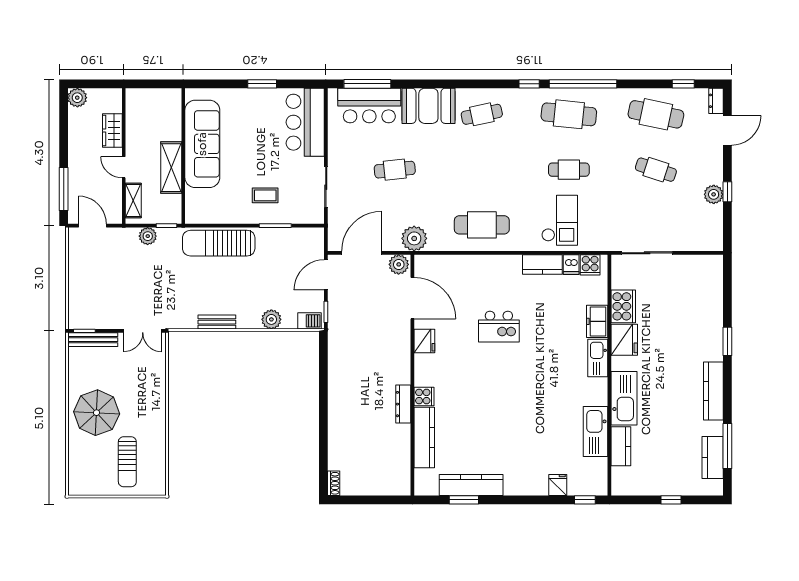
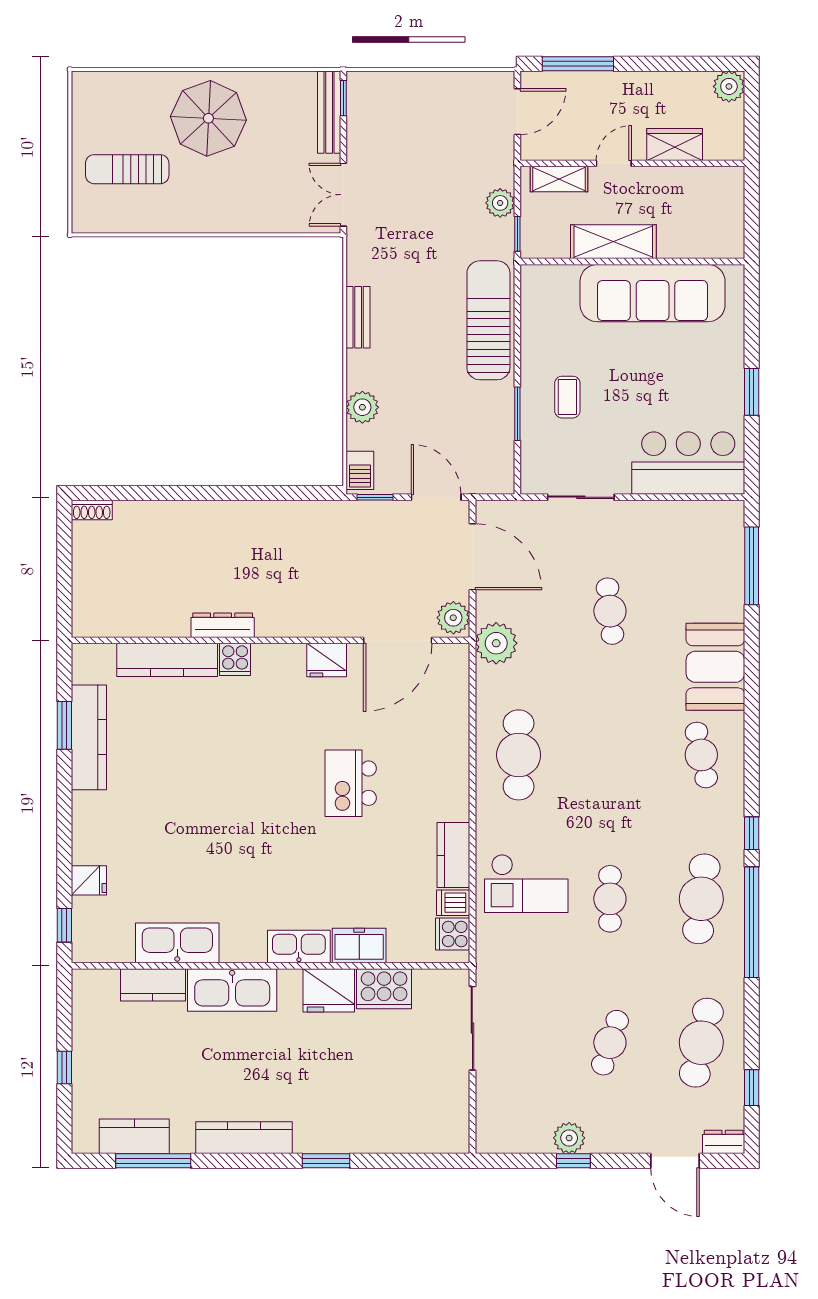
bar counter: (369, 106) -> (716, 569), removed

